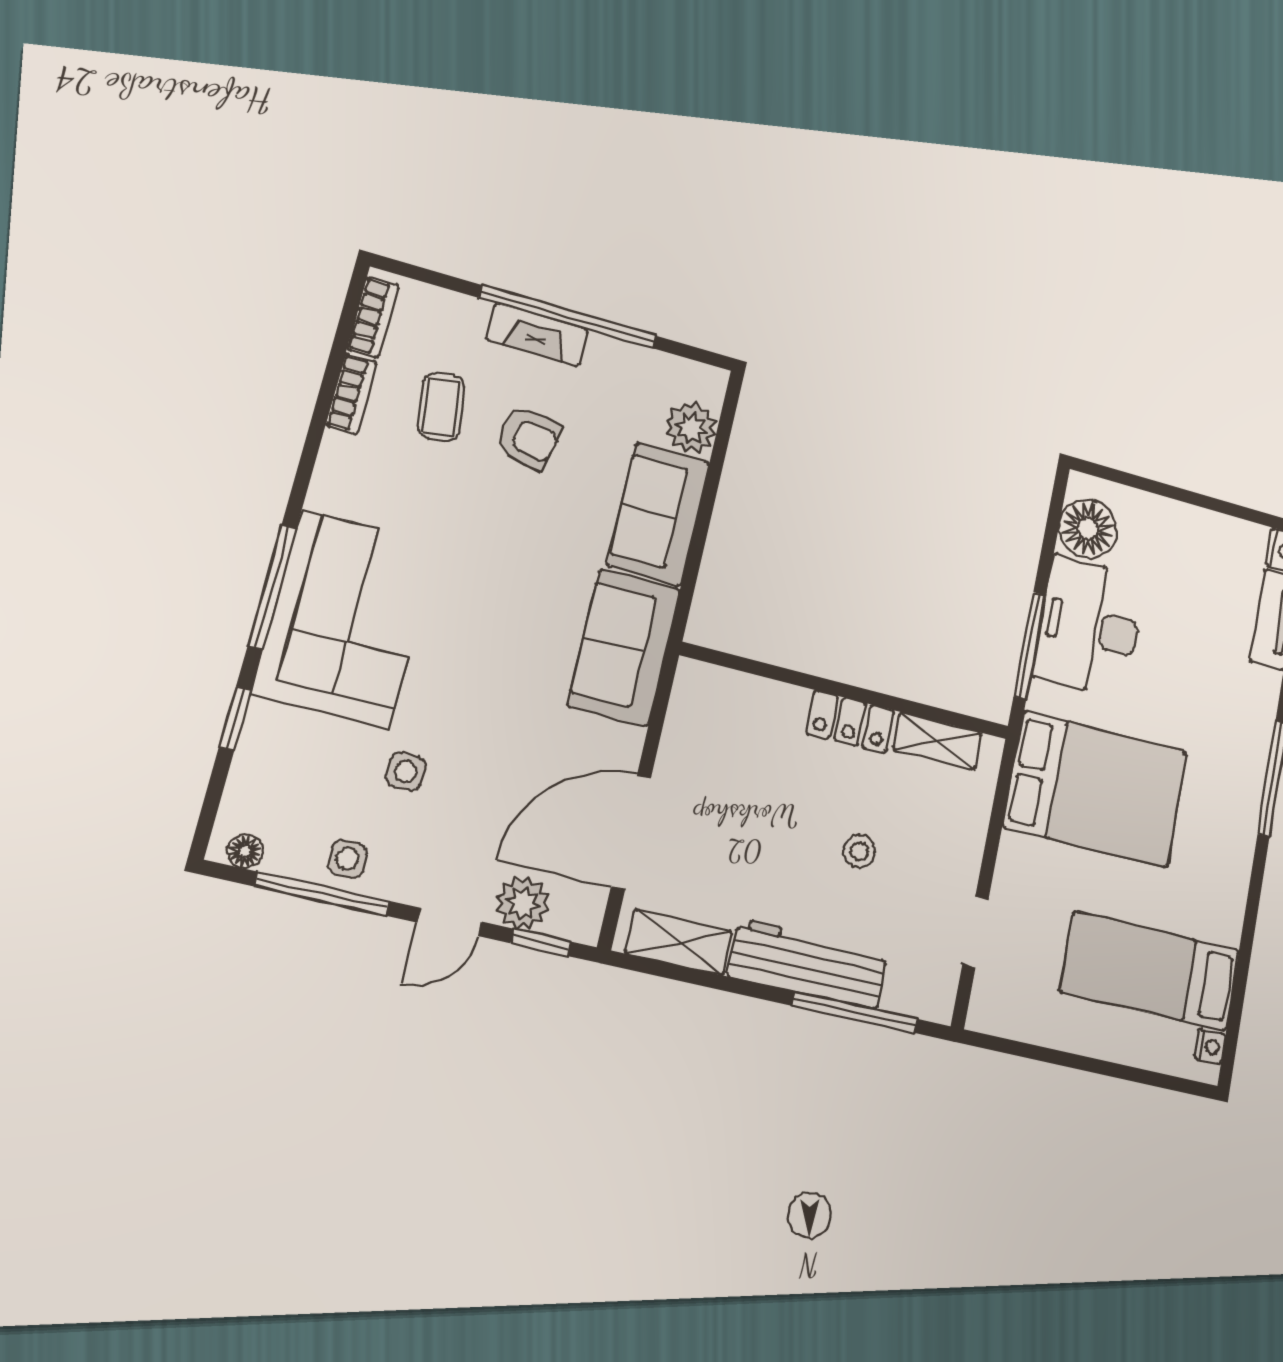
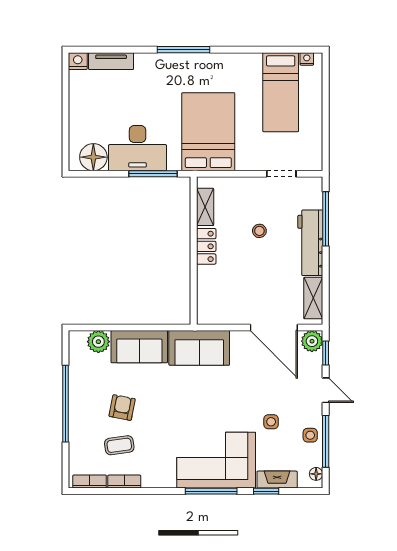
fireplace: (537, 335) -> (277, 480), moved, turned -90
plant: (523, 903) -> (312, 341), moved

